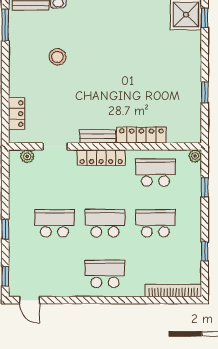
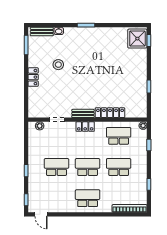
locker: (17, 114) -> (33, 77), moved
locker: (101, 158) -> (85, 127), width x0.66

